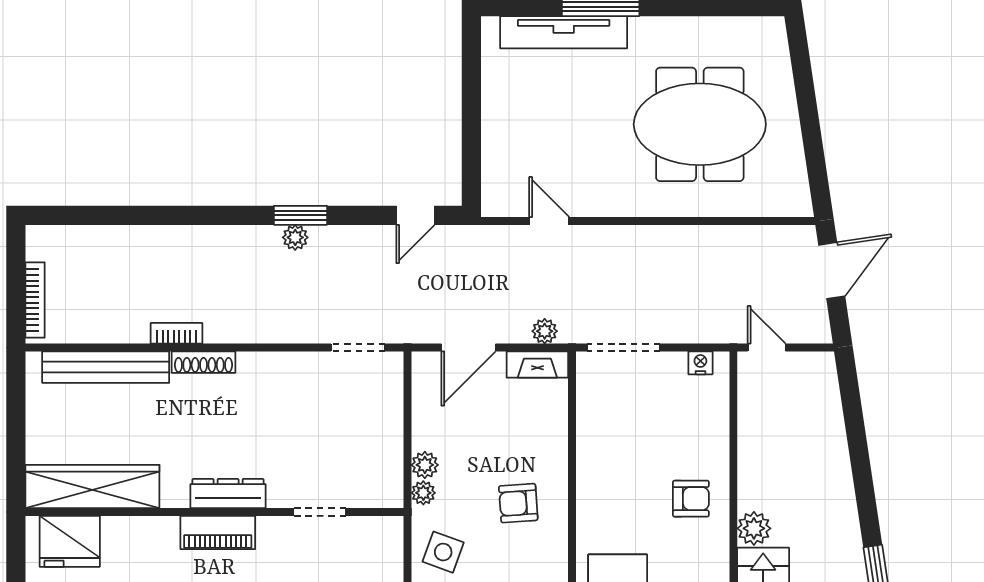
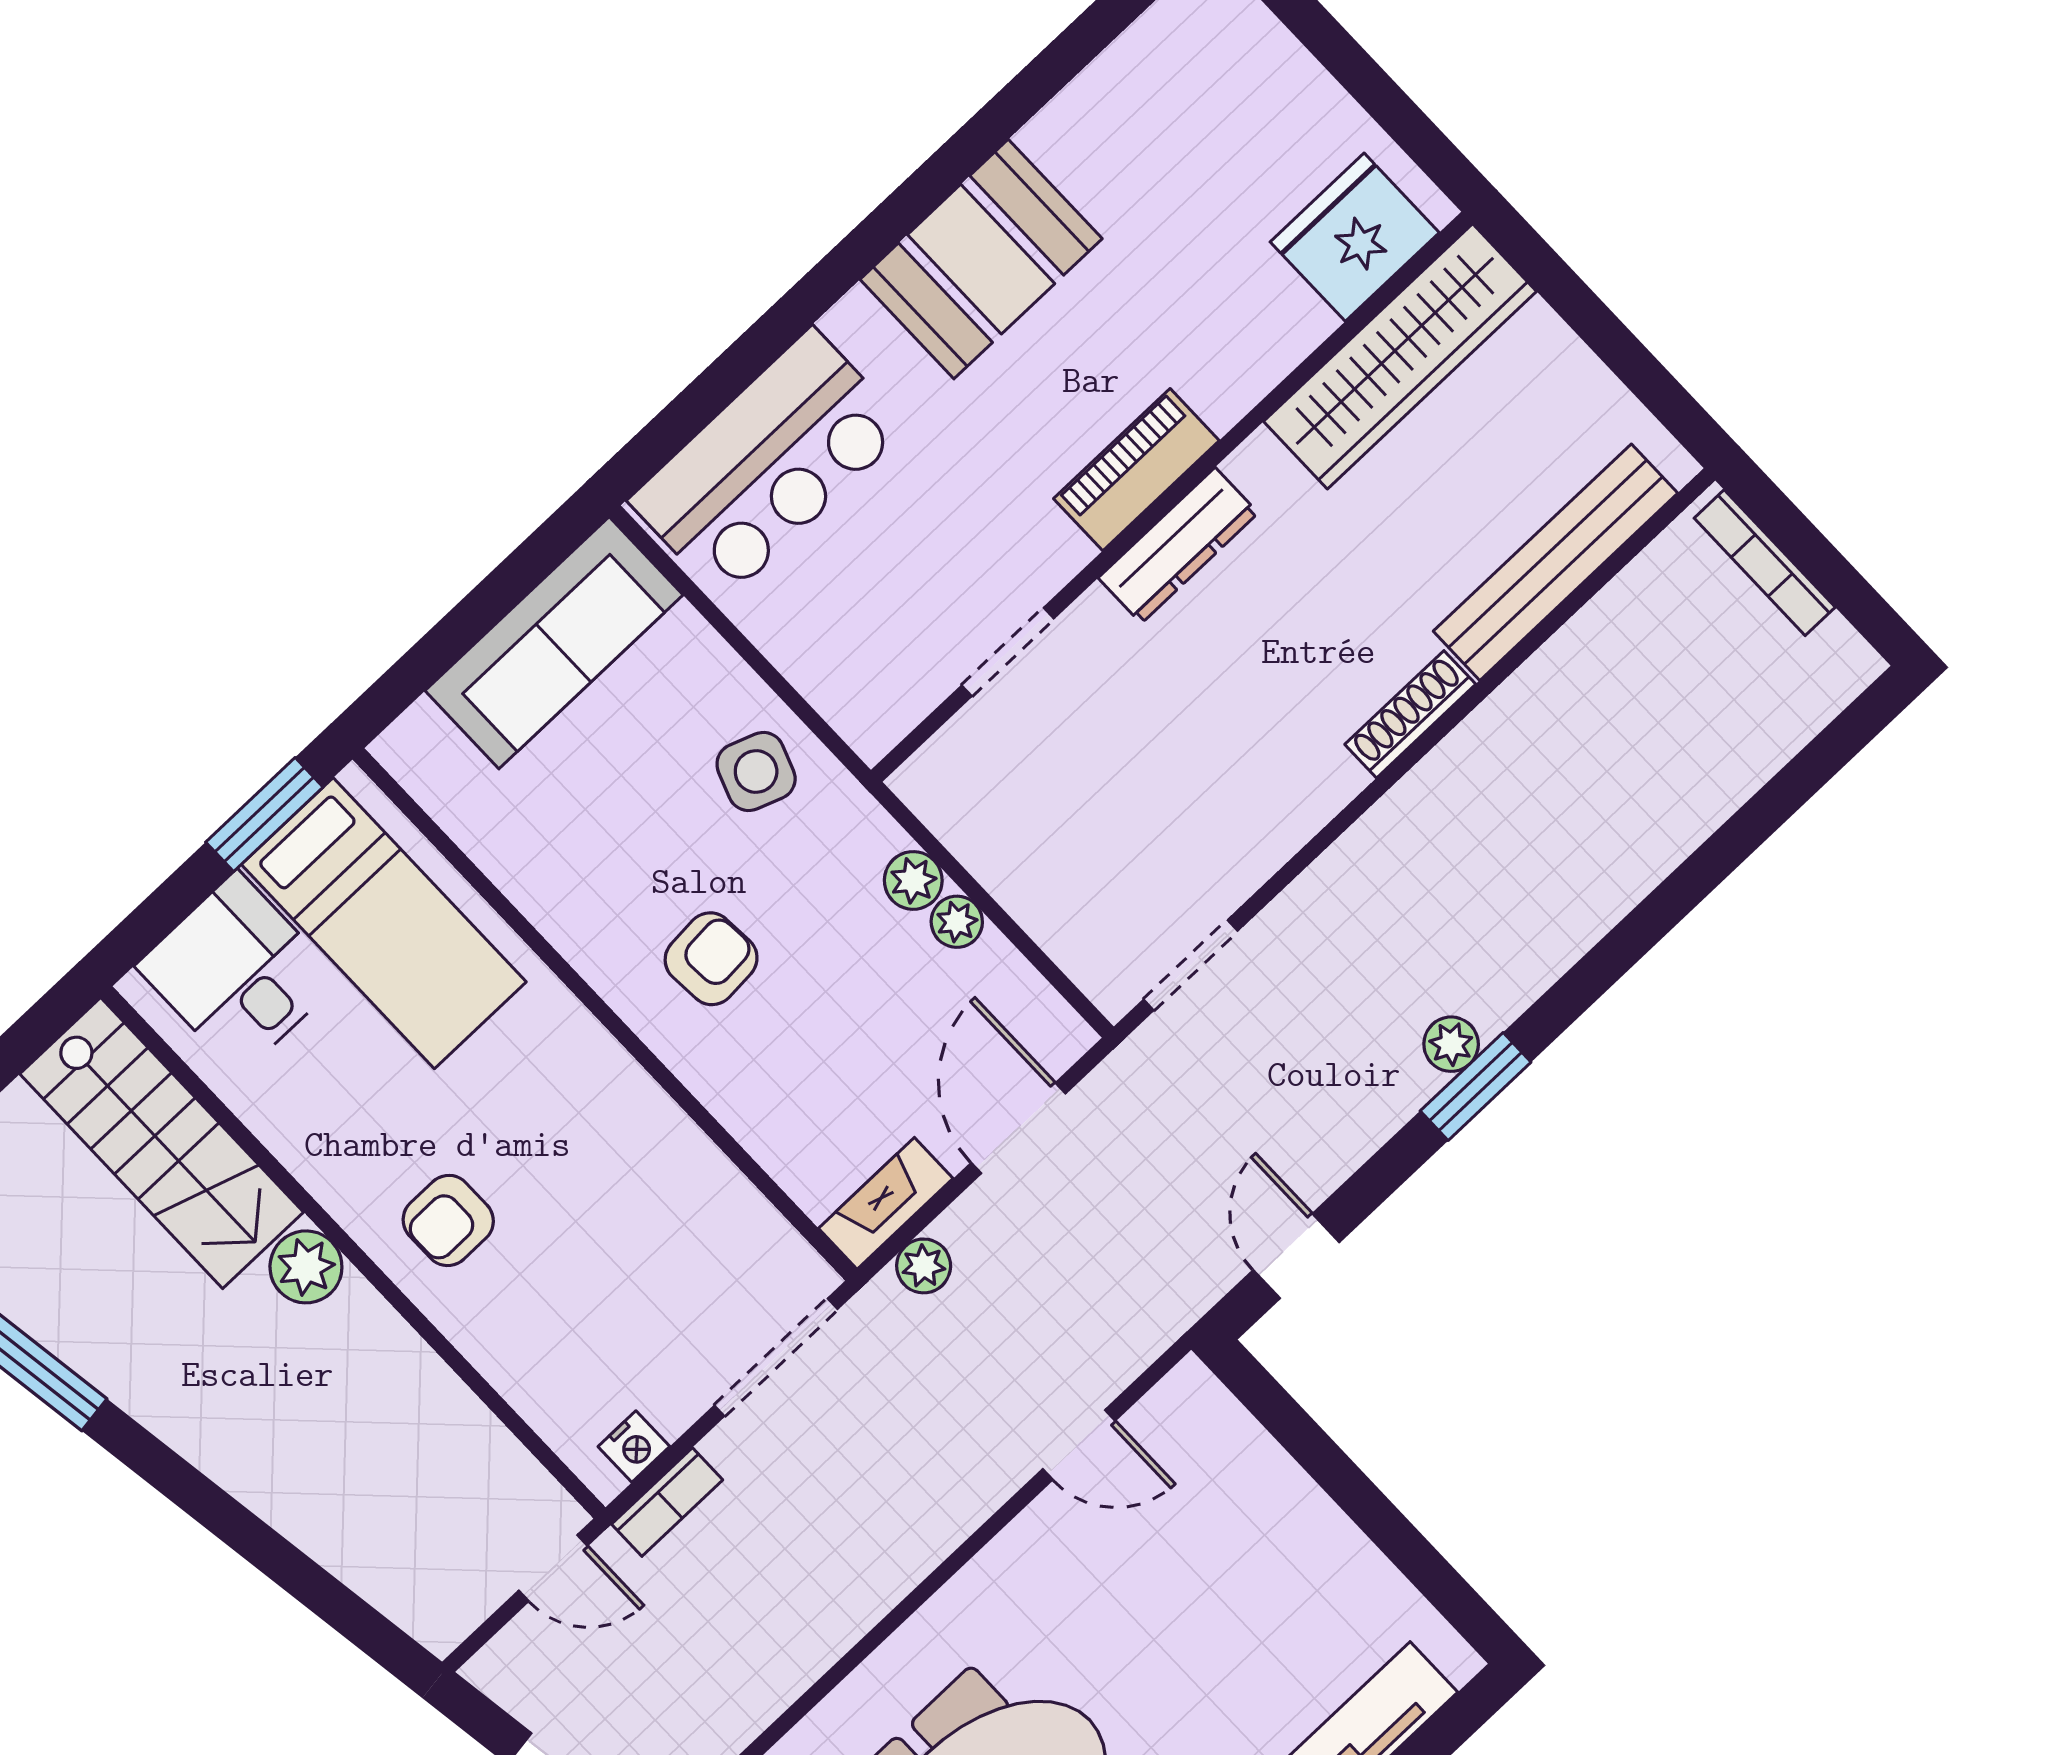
bookcase: (176, 333) -> (667, 1502), moved
plant: (423, 493) -> (957, 922), moved

